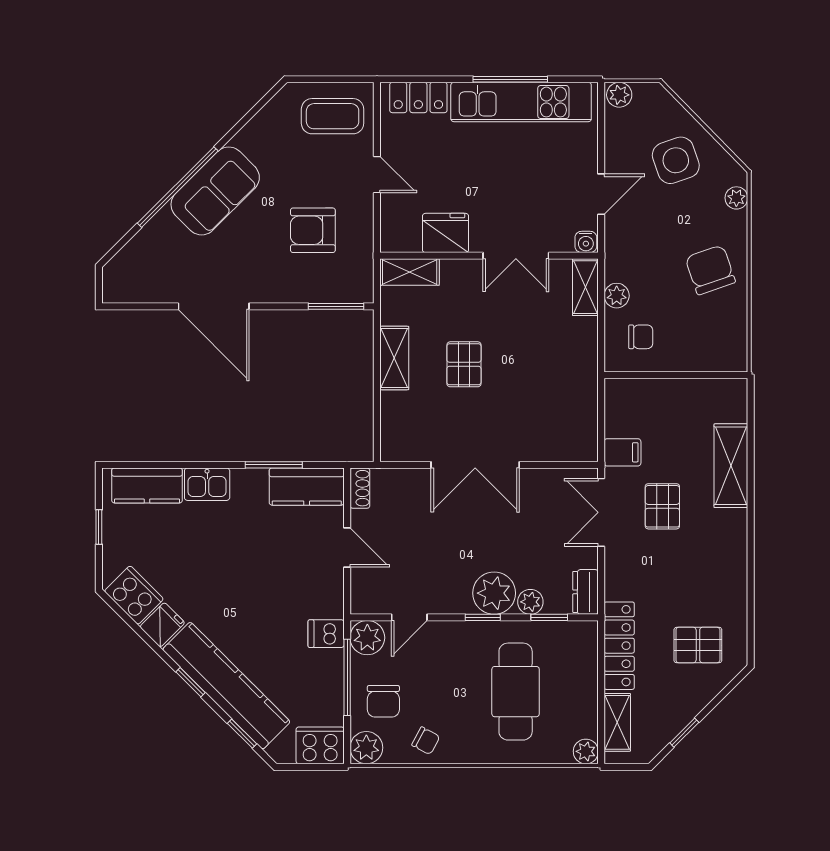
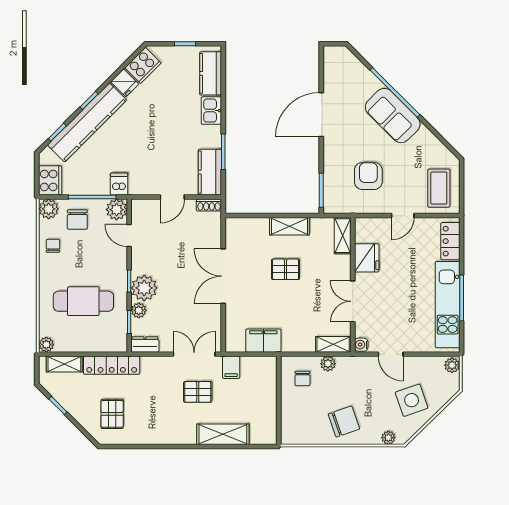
filing cabinet: (579, 400) -> (263, 341), added
chair: (383, 701) -> (77, 220), turned -90
chair: (426, 741) -> (53, 246), turned 152

